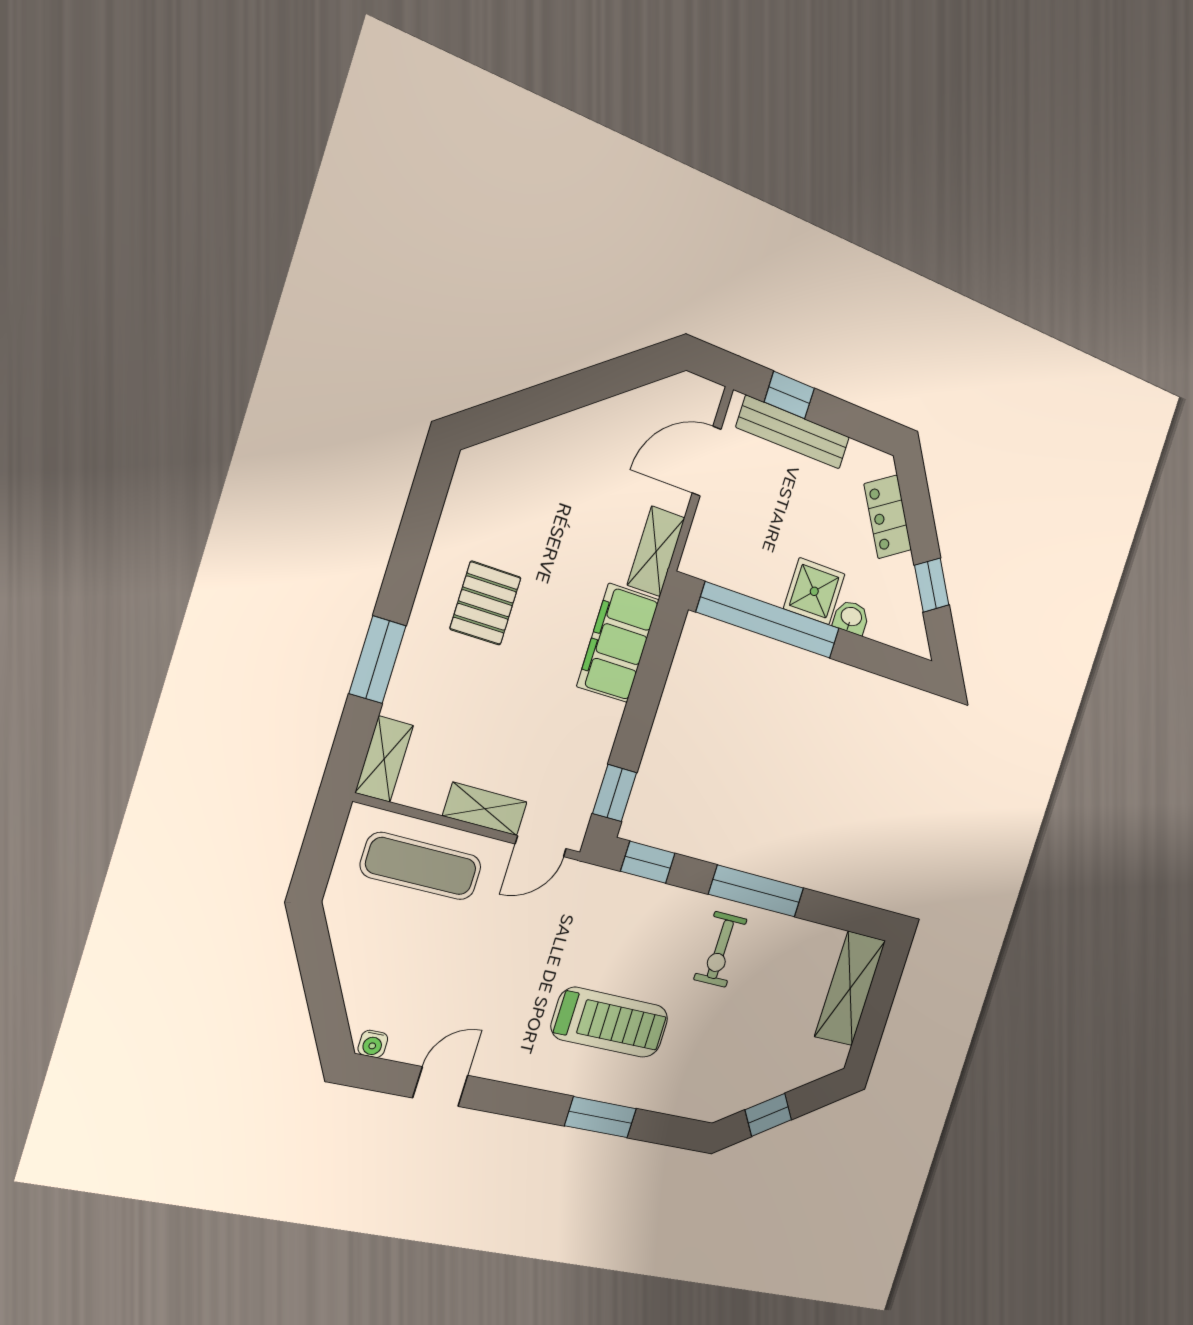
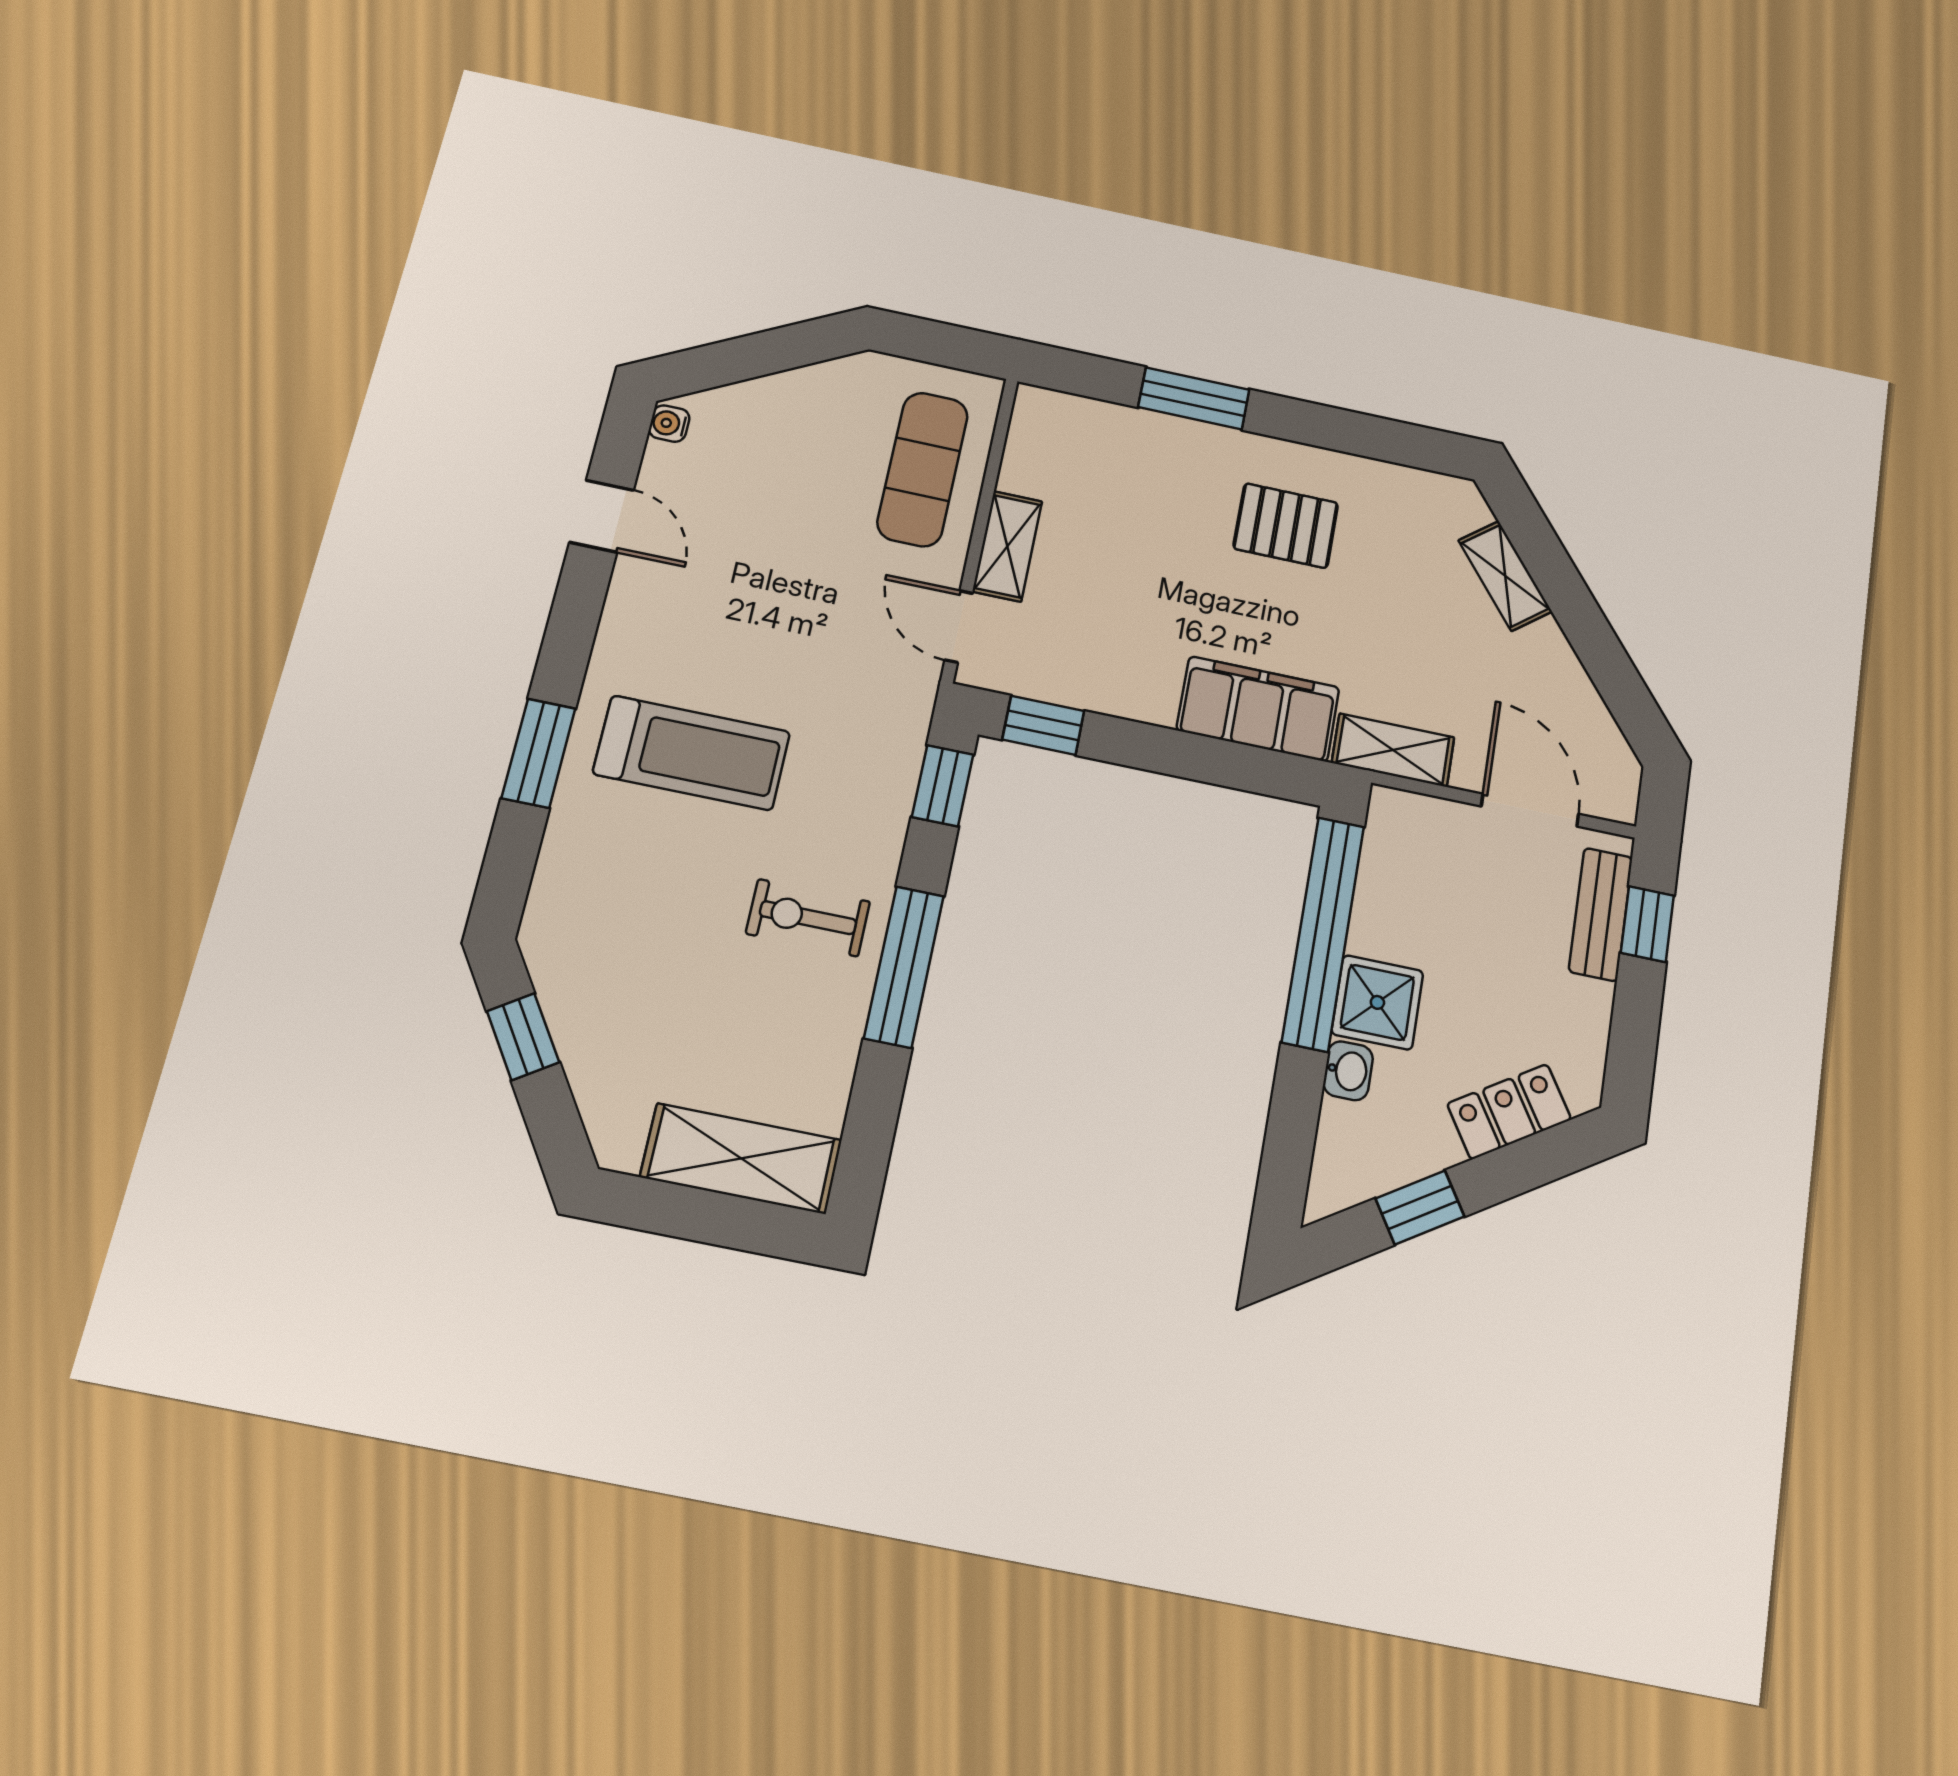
bench: (793, 432) -> (1601, 914), width x0.73
shelving: (384, 759) -> (1505, 576), moved, turned 52
treadmill: (610, 1022) -> (692, 753), turned -90

